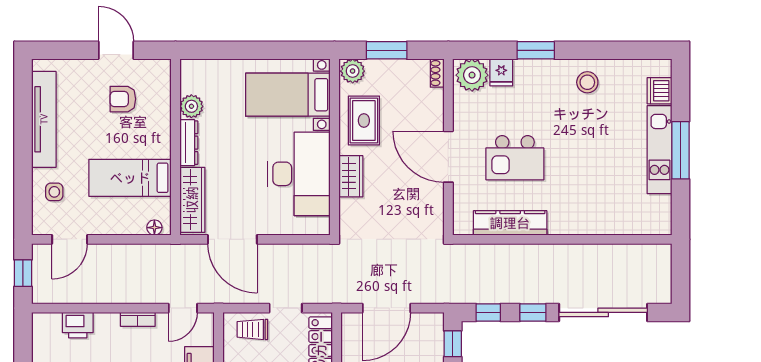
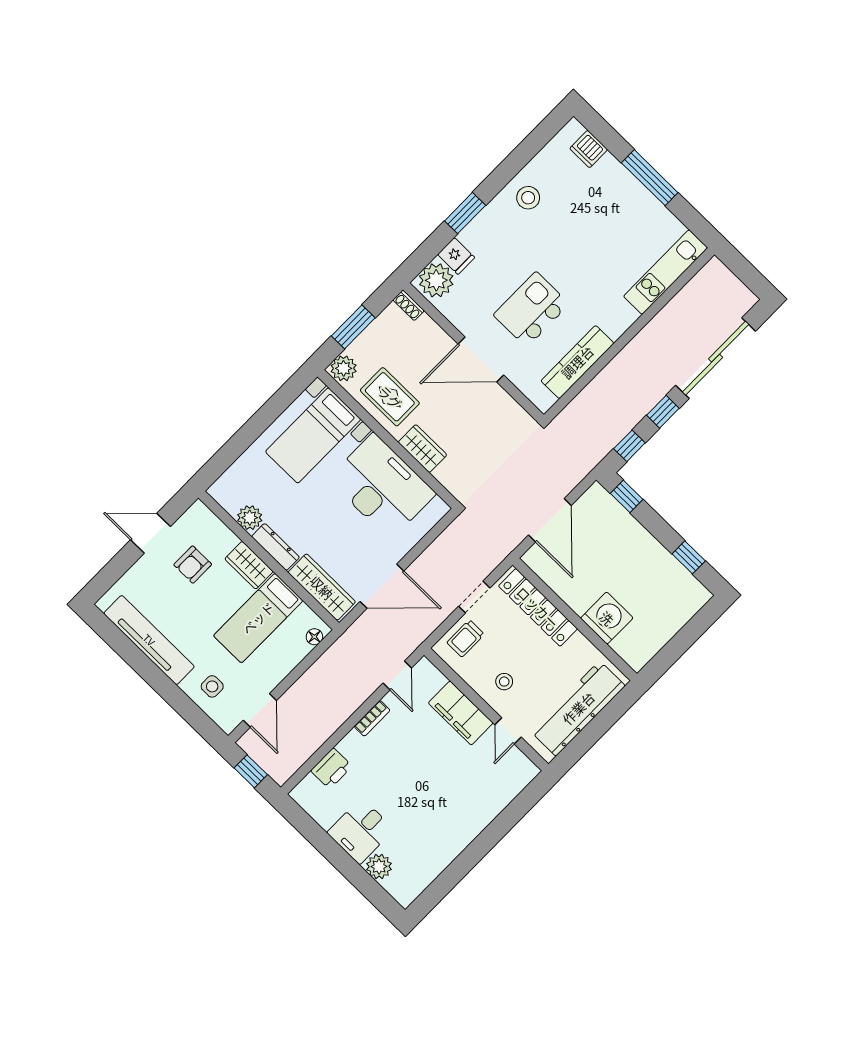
wardrobe: (159, 137) -> (249, 565), added
kitchen unit: (659, 150) -> (666, 272), moved, turned 90
kitchen island: (515, 158) -> (531, 309), turned 180

